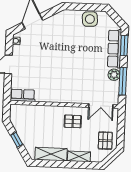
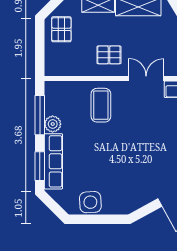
coffee table: (80, 86) -> (101, 105), added
double door: (101, 106) -> (146, 78), moved

